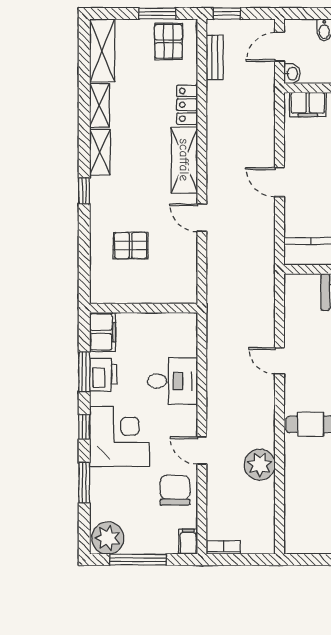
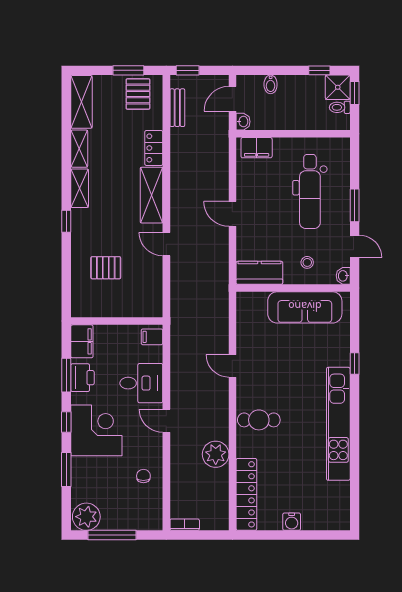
door: (202, 450) -> (166, 421), moved
chair: (175, 490) -> (143, 476), width x0.54, depth x0.54
locker: (296, 512) -> (246, 494), added
filing cabinet: (188, 542) -> (152, 337), moved, turned -90

